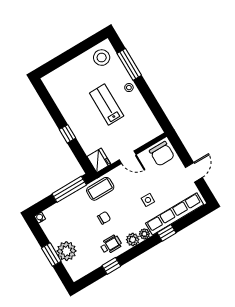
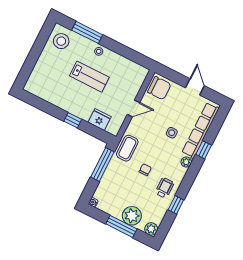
lab bench: (107, 105) -> (89, 77), turned 180
fridge: (99, 160) -> (100, 120), moved
plant: (133, 240) -> (151, 229), moved
window: (51, 255) -> (121, 226), width x1.44

